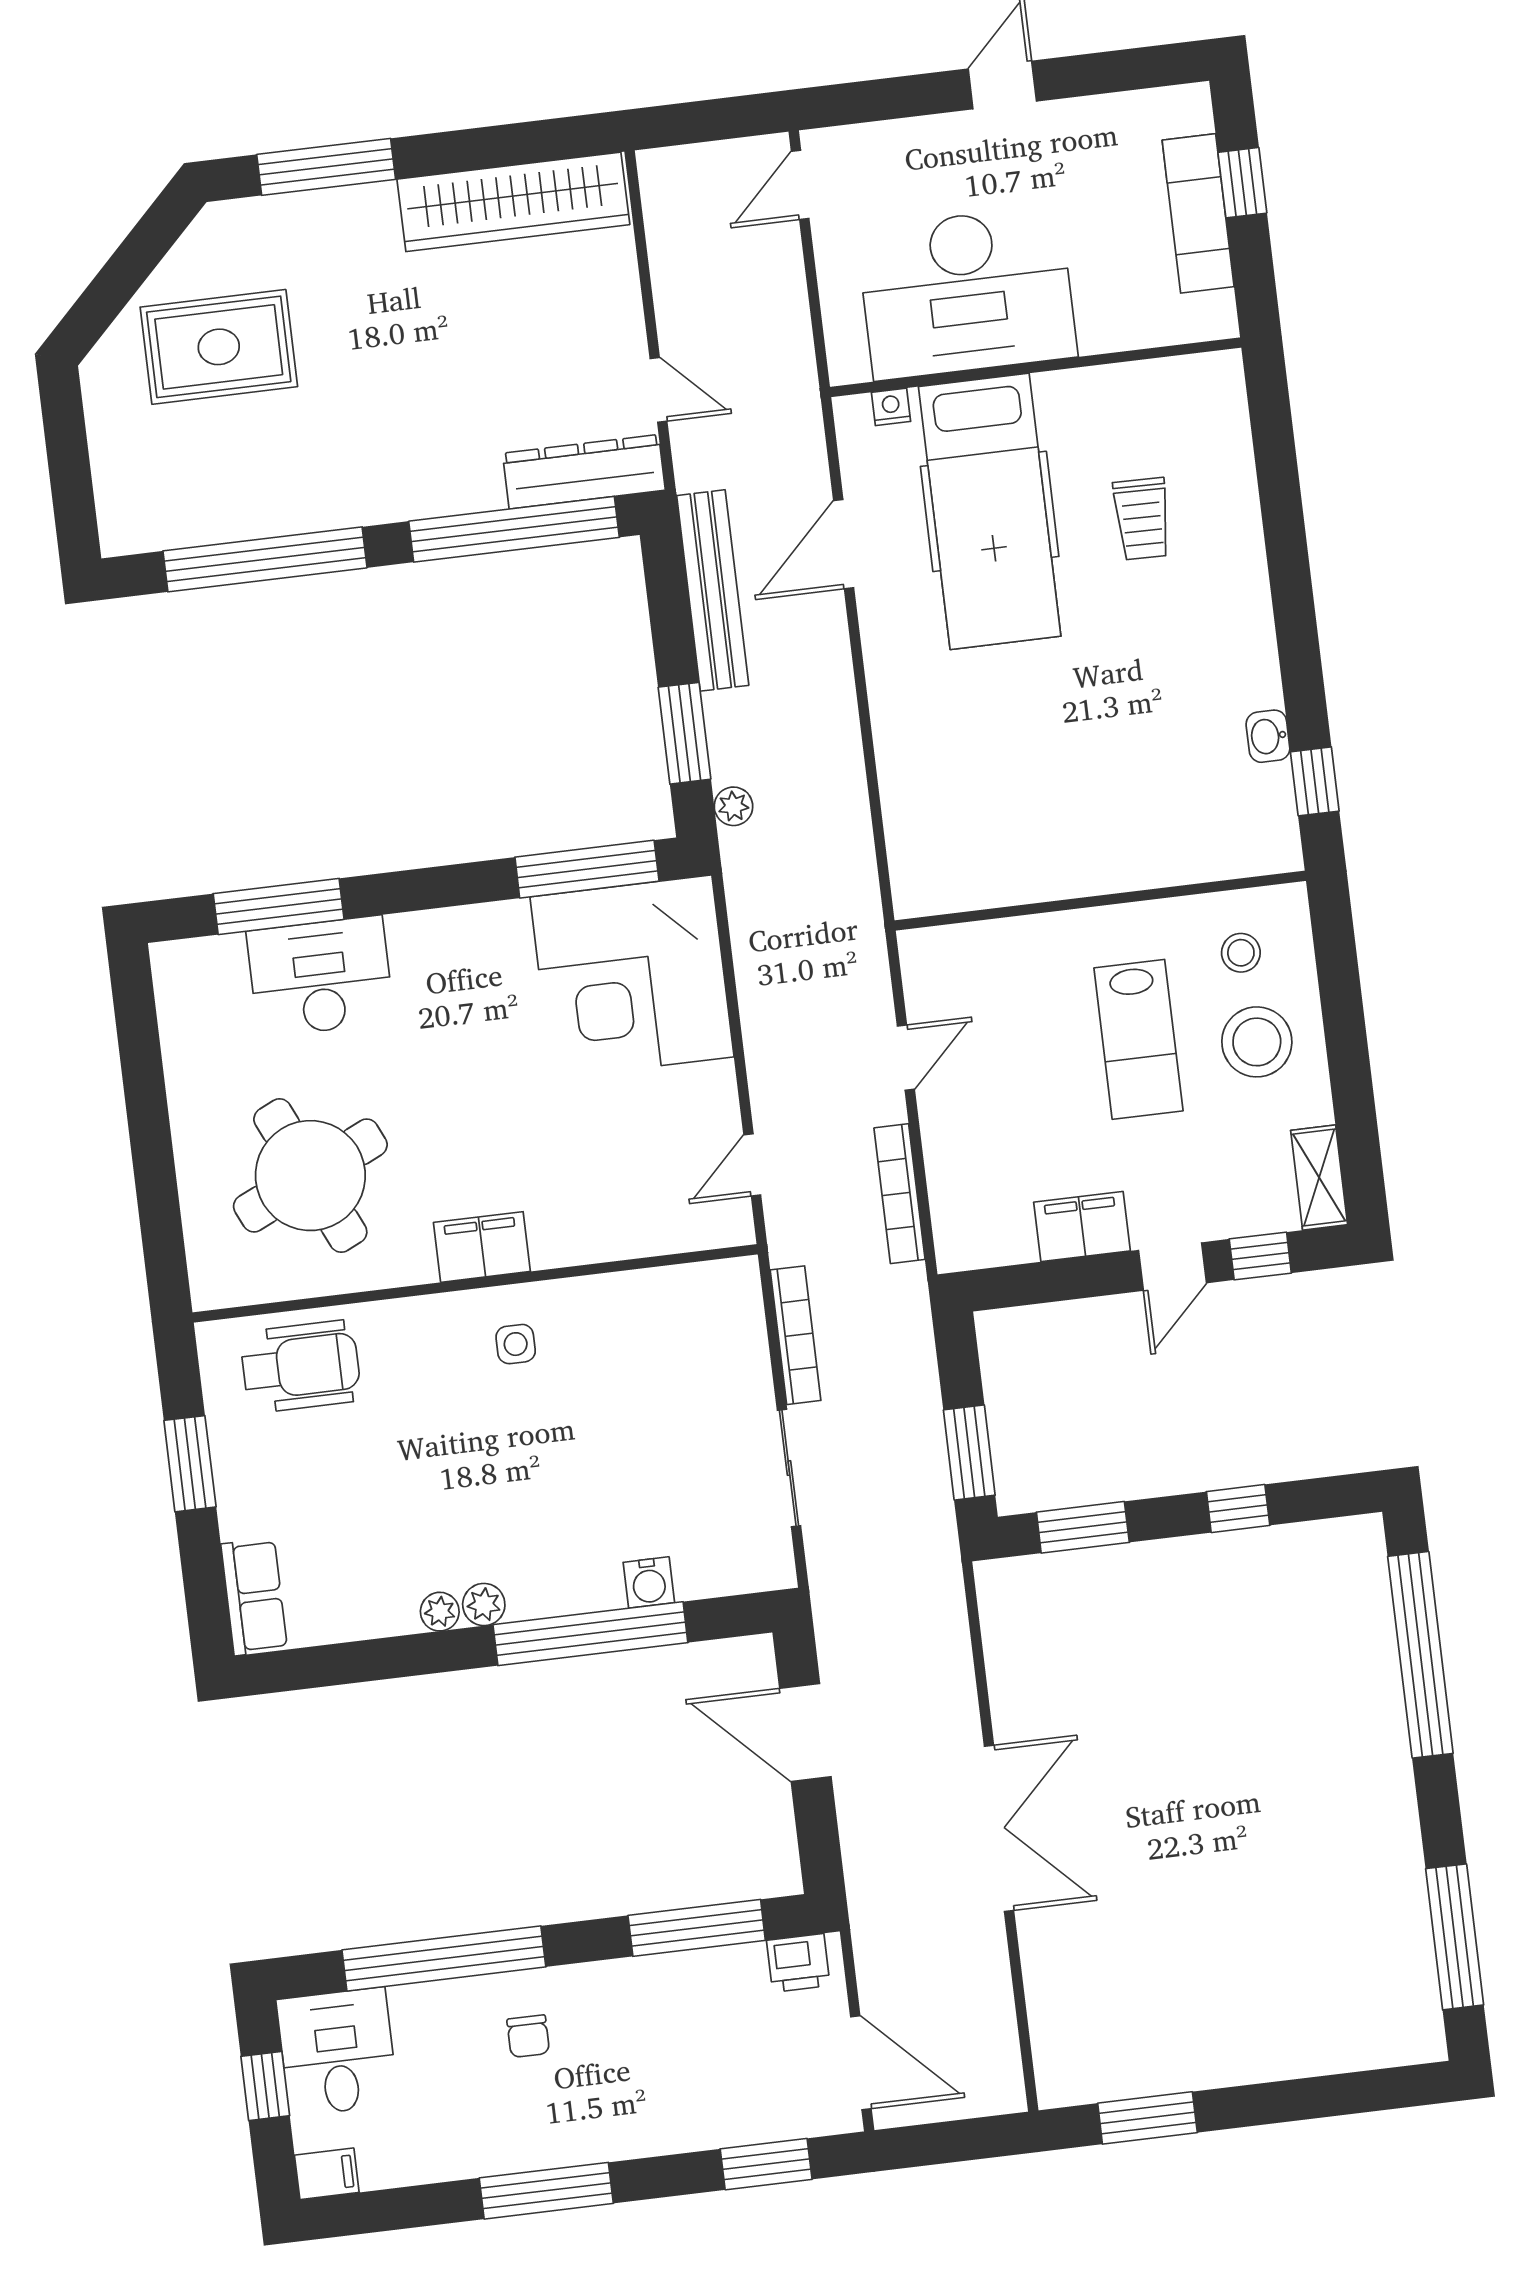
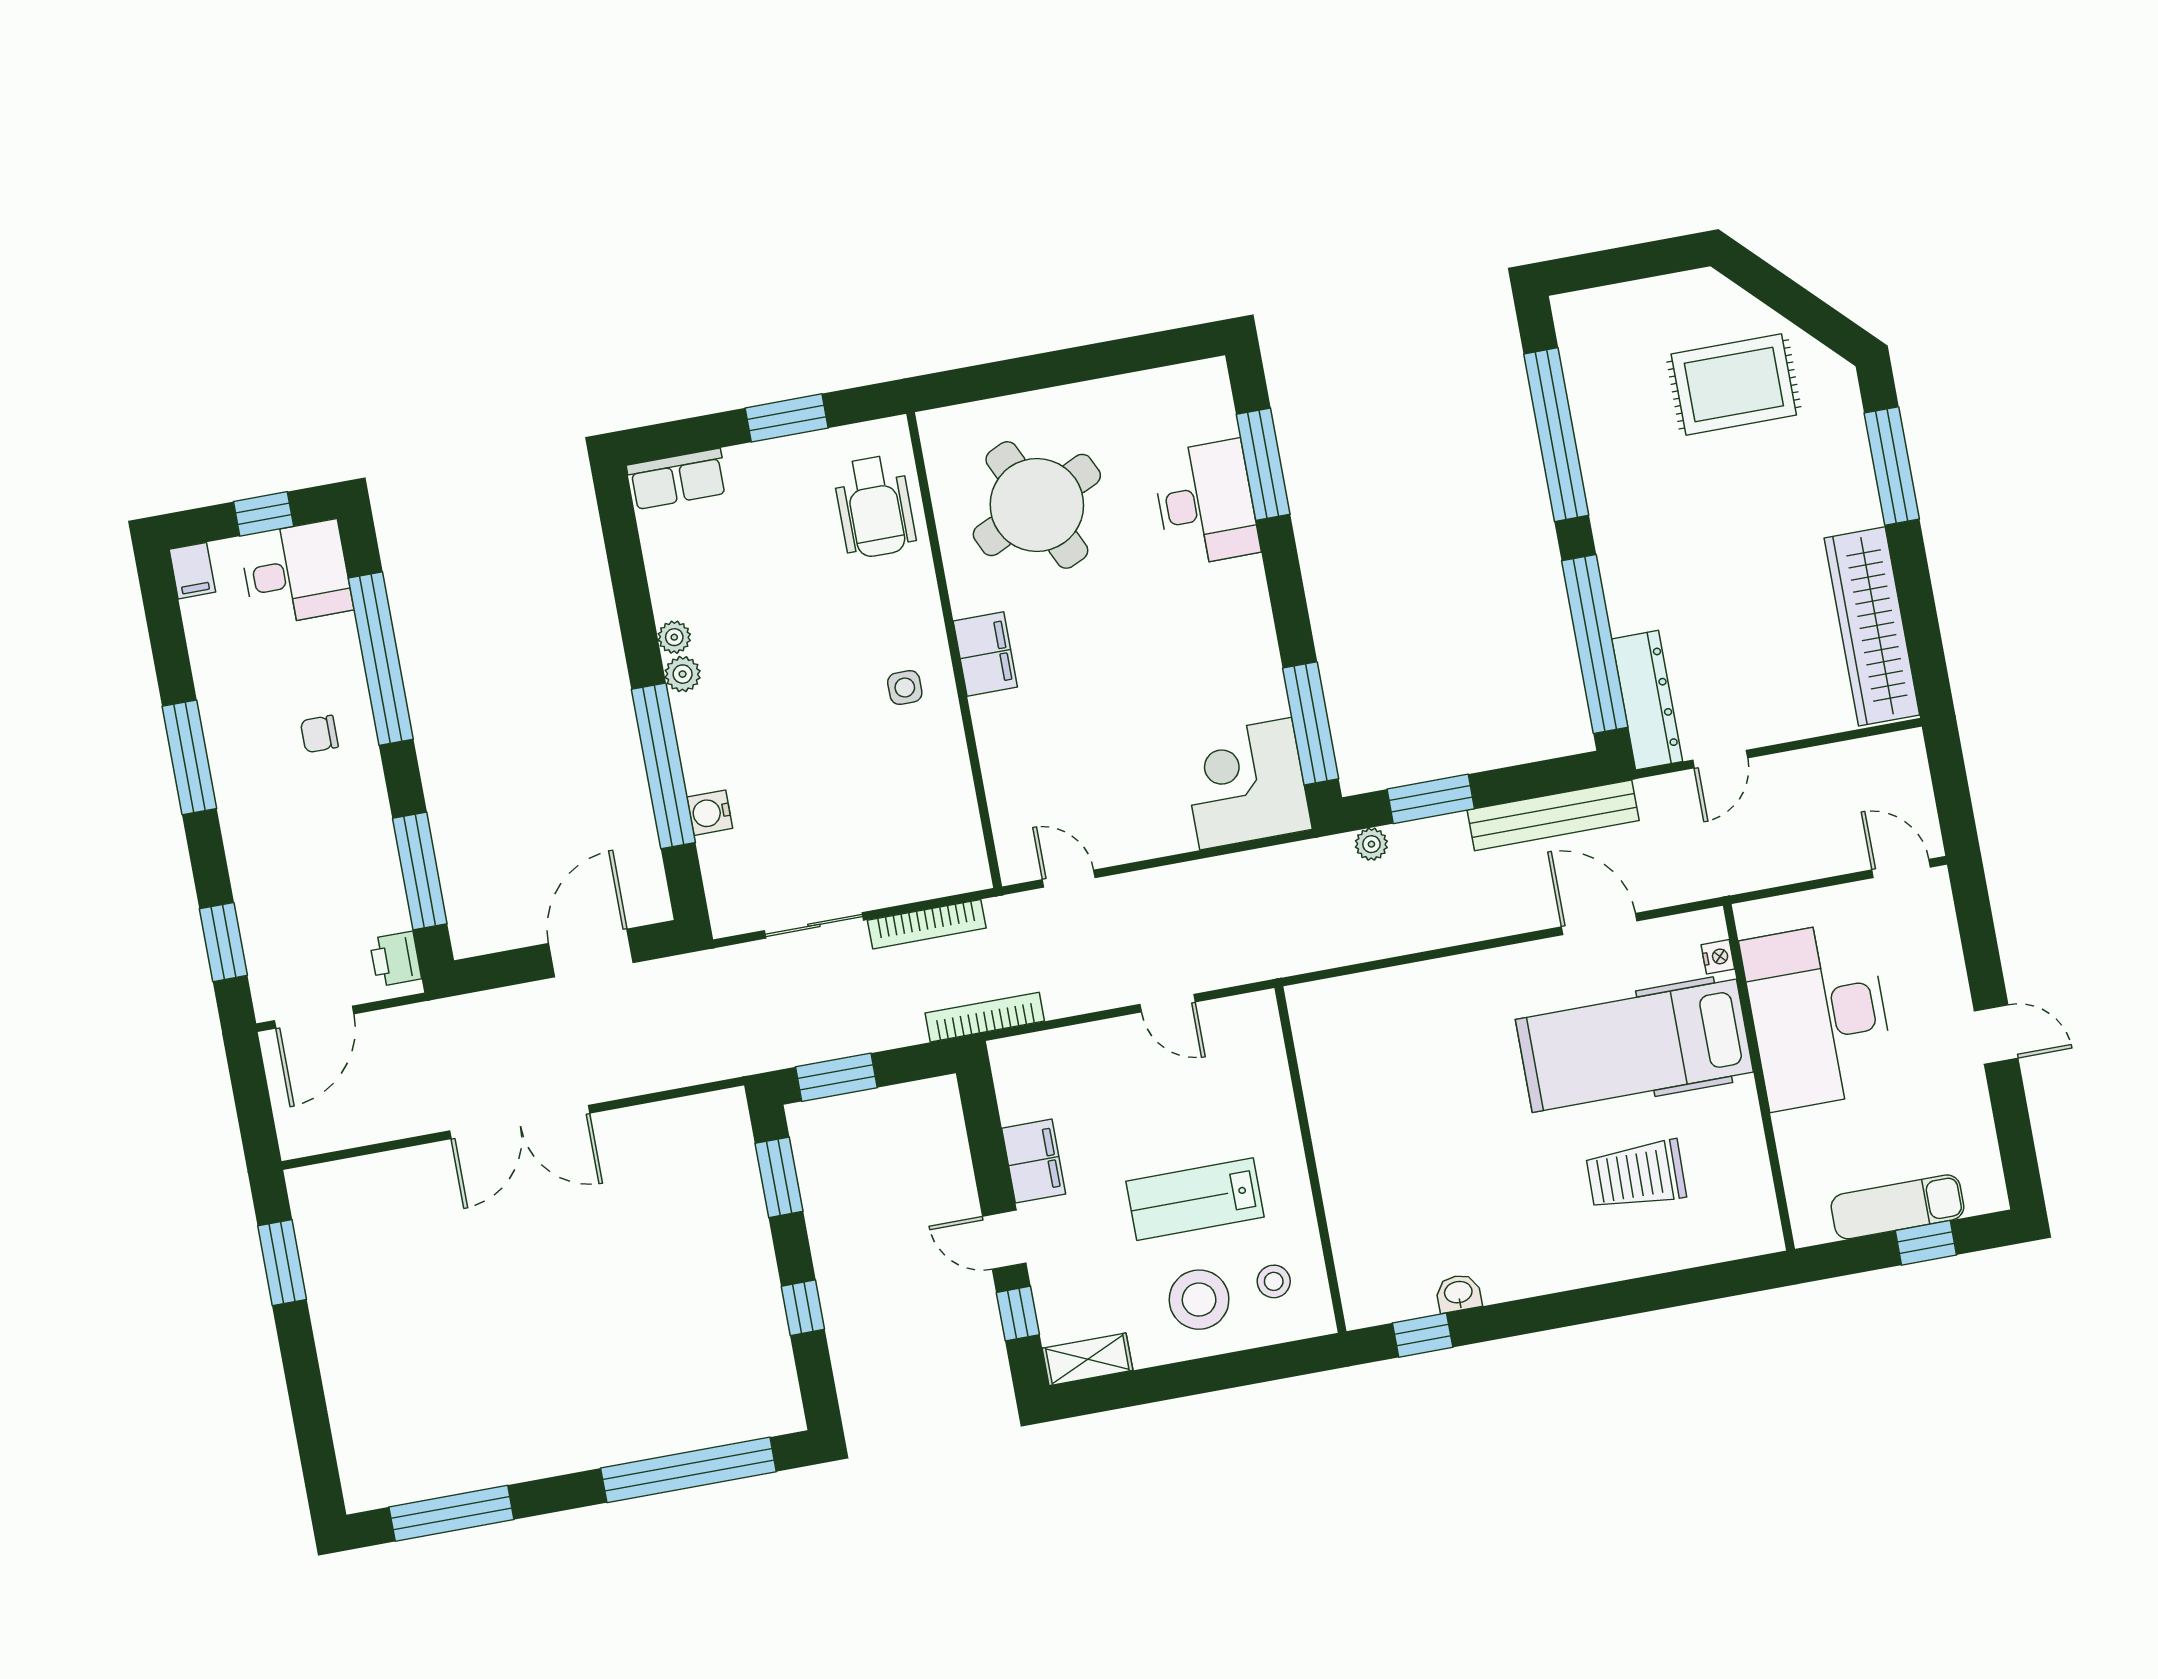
rug: (219, 347) -> (1734, 384), turned 90
trolley: (1142, 519) -> (1636, 1175), width x1.36, depth x1.39
corner desk: (632, 977) -> (1246, 784), width x0.74, depth x0.74
bookcase: (899, 1194) -> (985, 1017), moved

